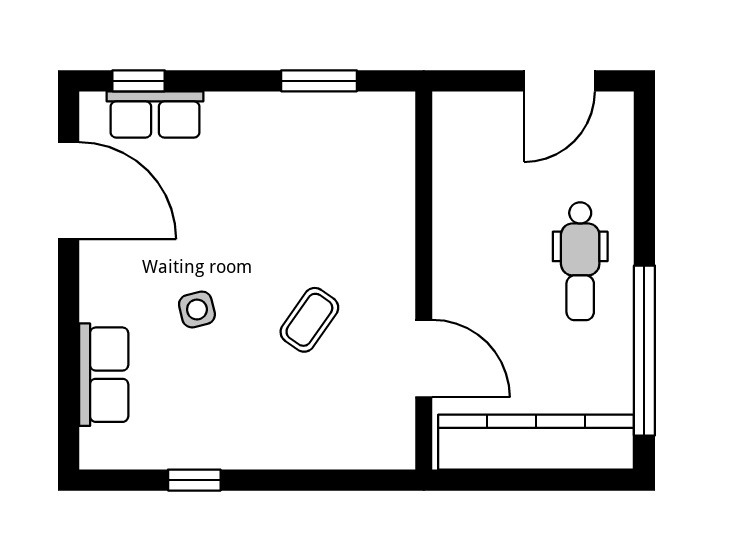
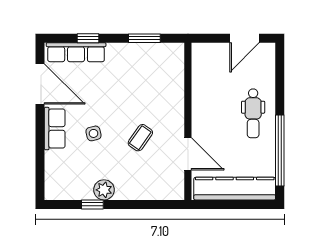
window: (139, 81) -> (88, 38), moved
row of seats: (155, 114) -> (76, 52), width x1.48
row of seats: (104, 375) -> (55, 128), moved
plant: (222, 445) -> (104, 190), added

